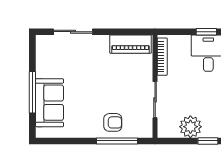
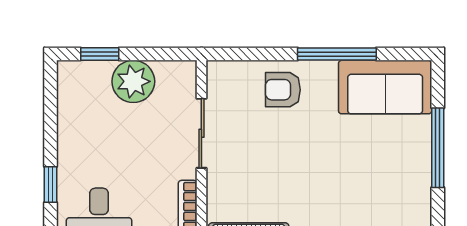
sofa: (49, 103) -> (385, 87), moved, turned -90
window: (117, 141) -> (337, 54), moved

